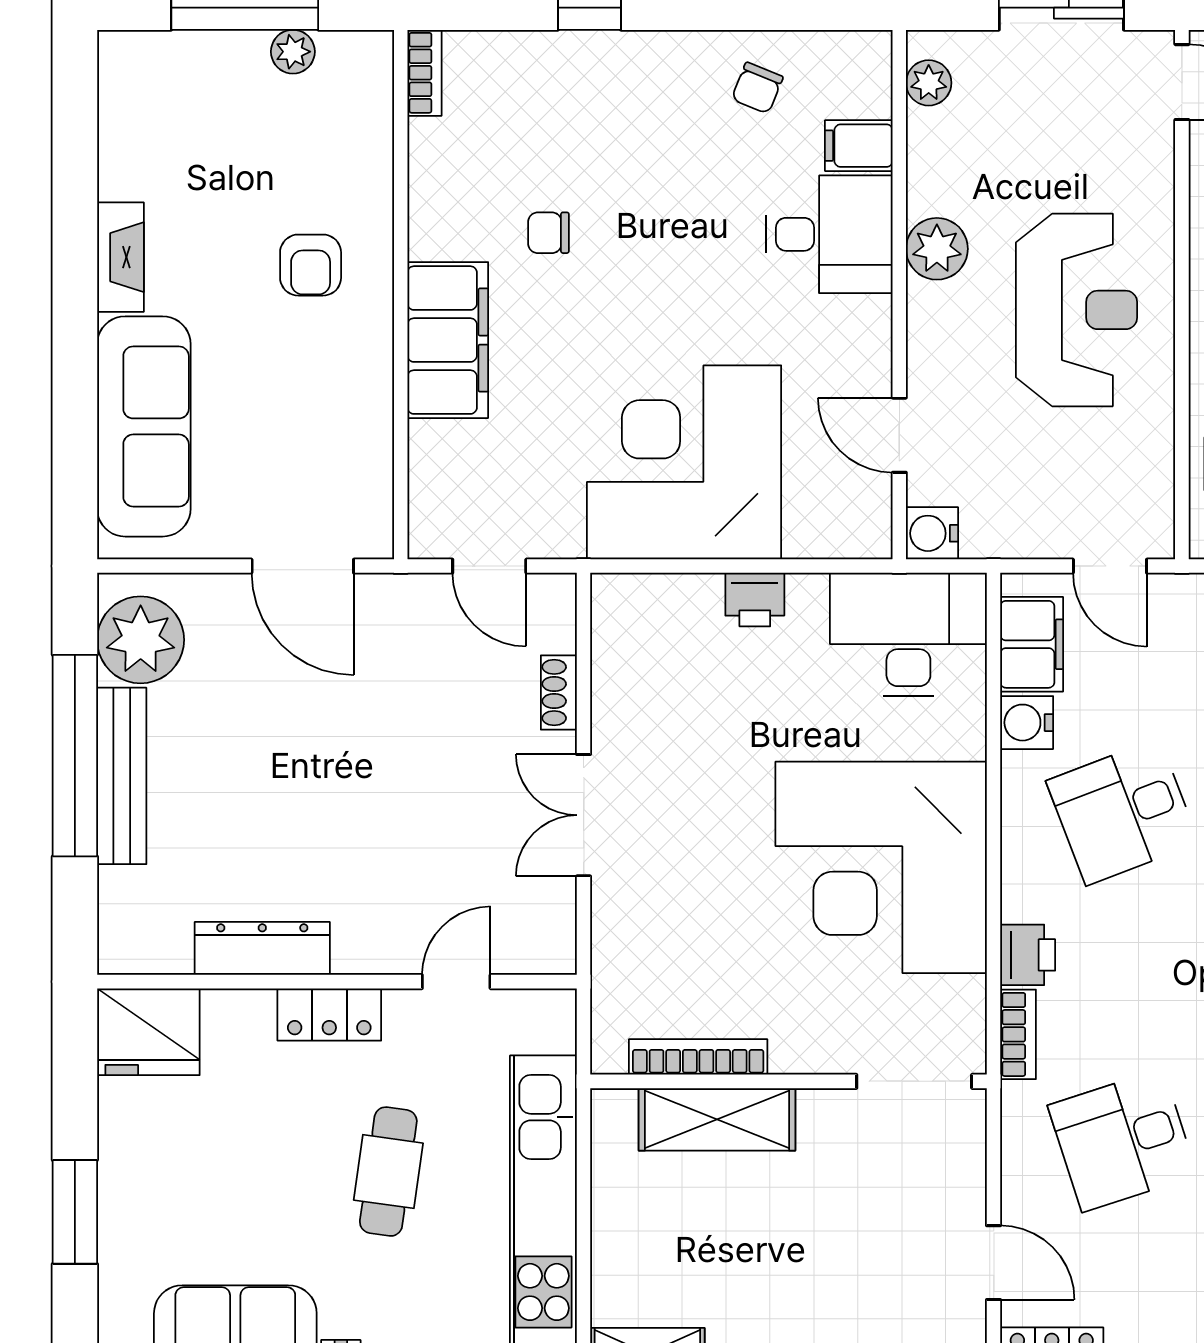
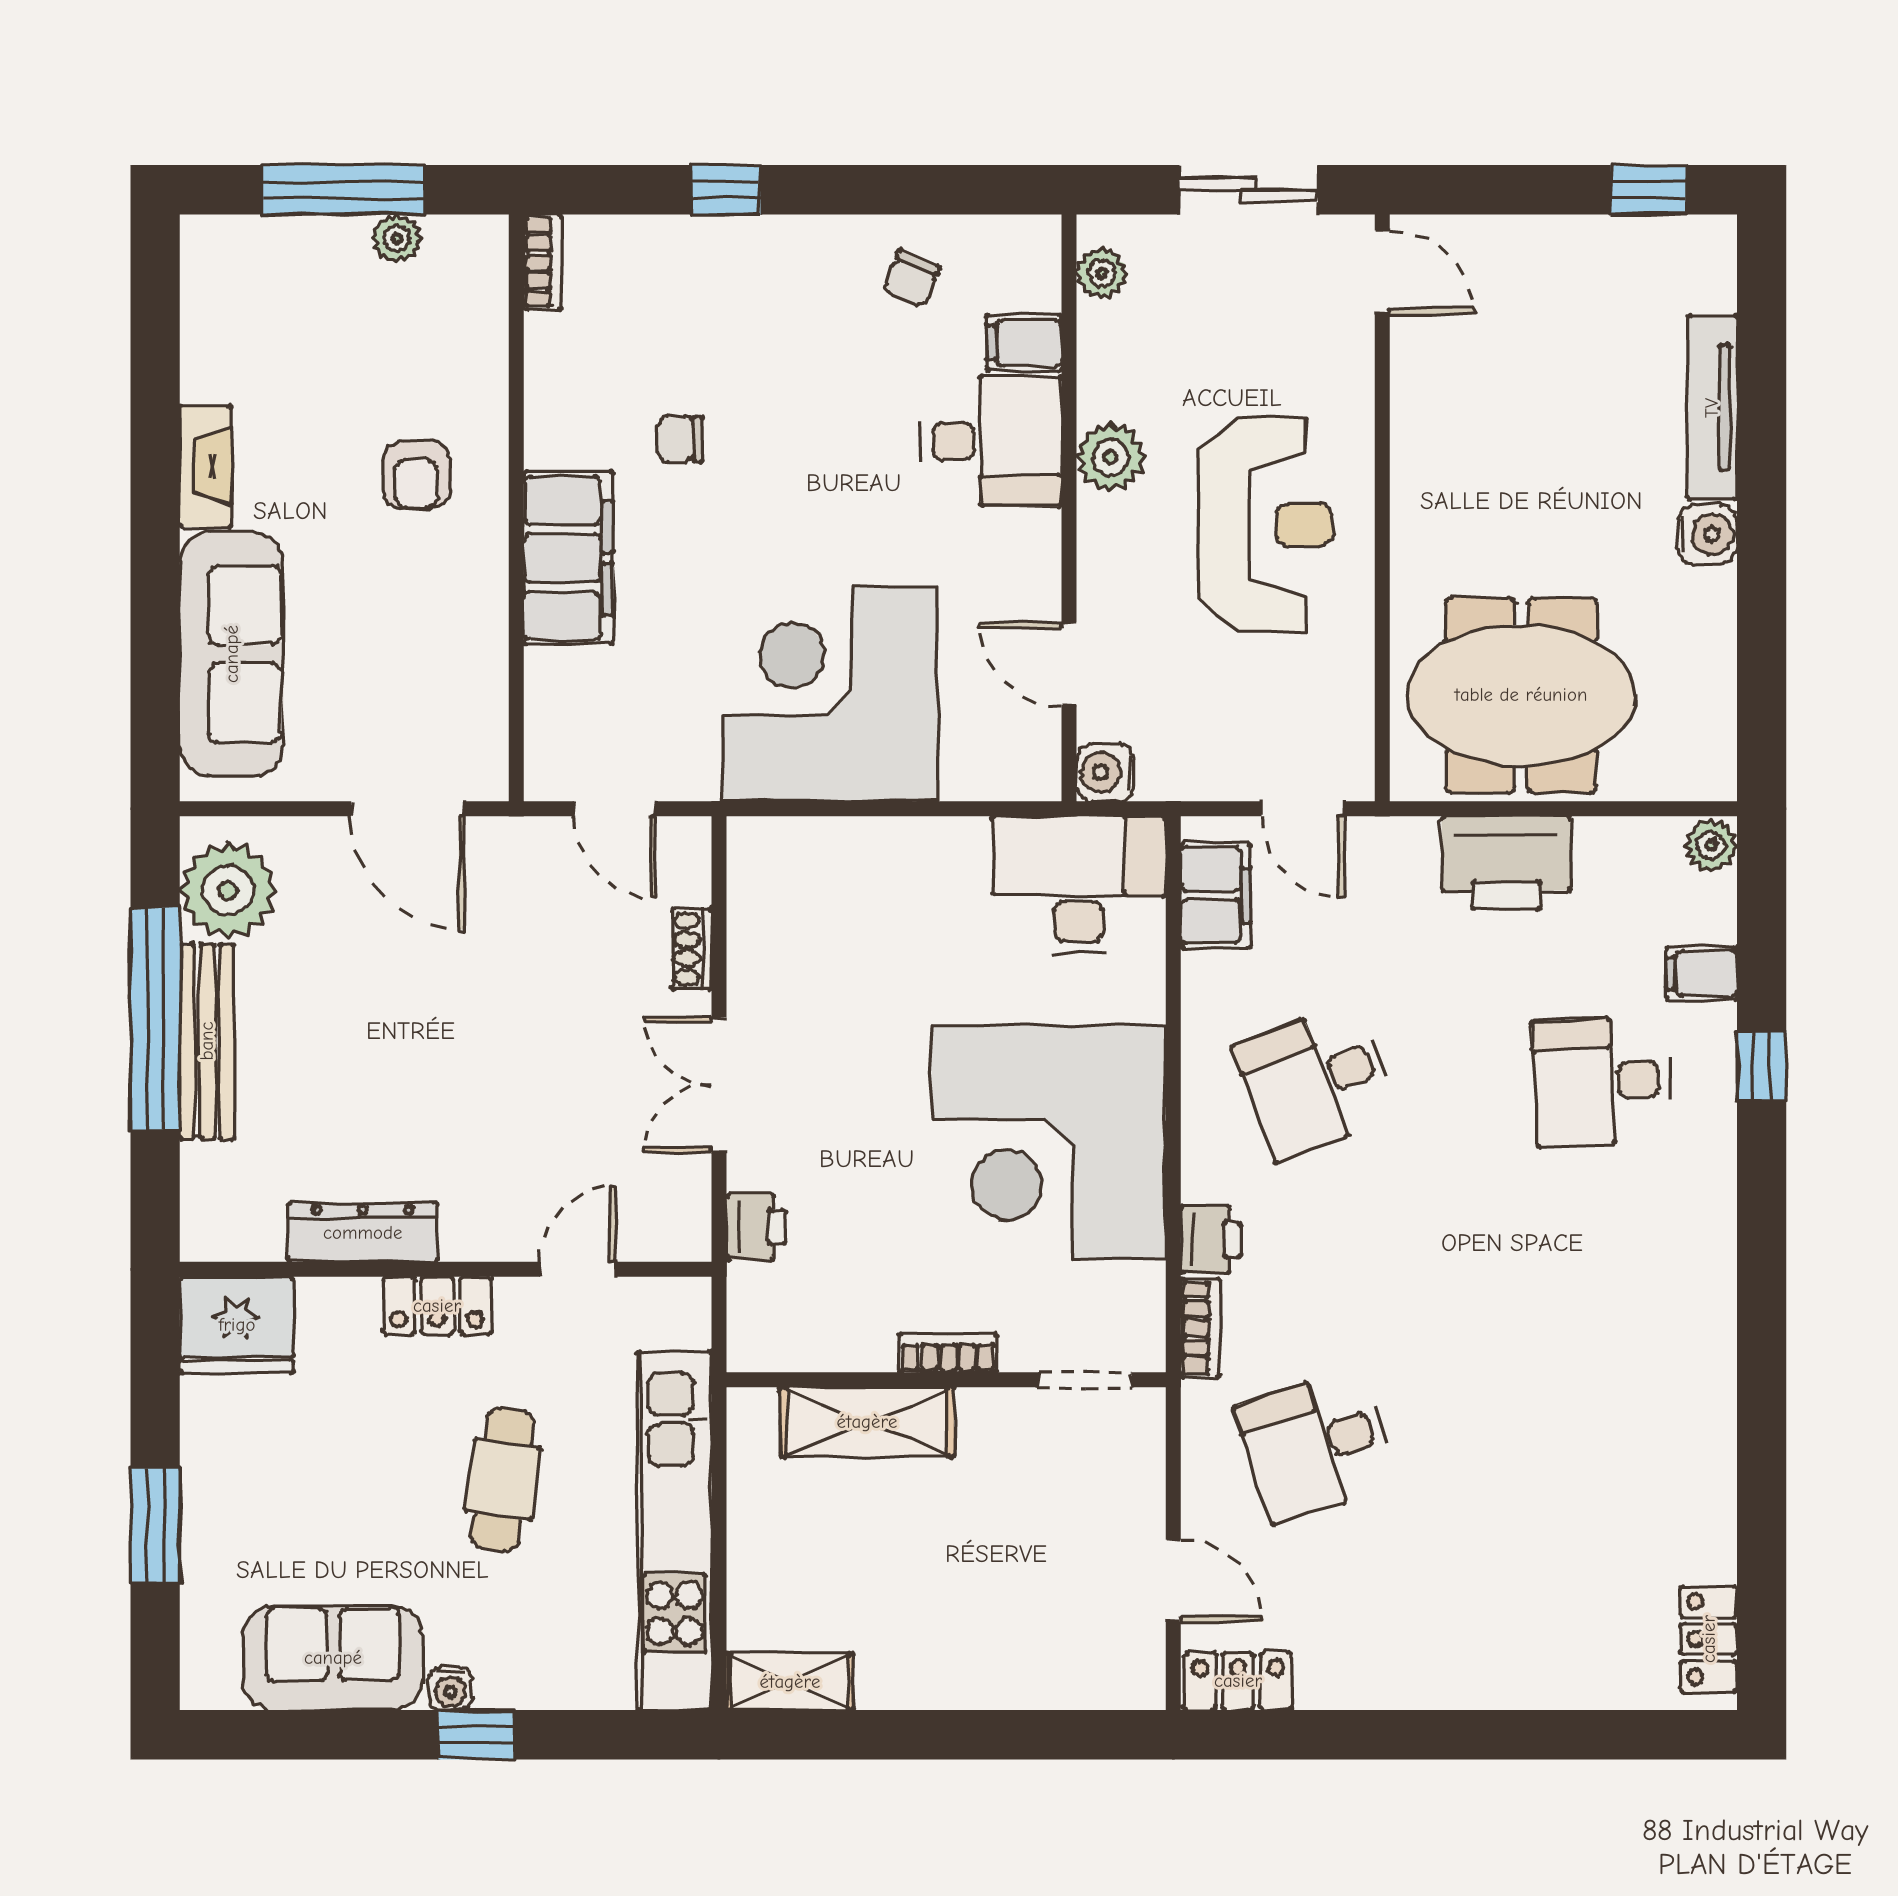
printer: (755, 600) -> (756, 1227), moved, turned -90
water cooler: (1027, 723) -> (1210, 982), removed
bookcase: (698, 1057) -> (948, 1353), moved, width x0.64
doorway: (914, 1081) -> (1085, 1380), width x0.73

